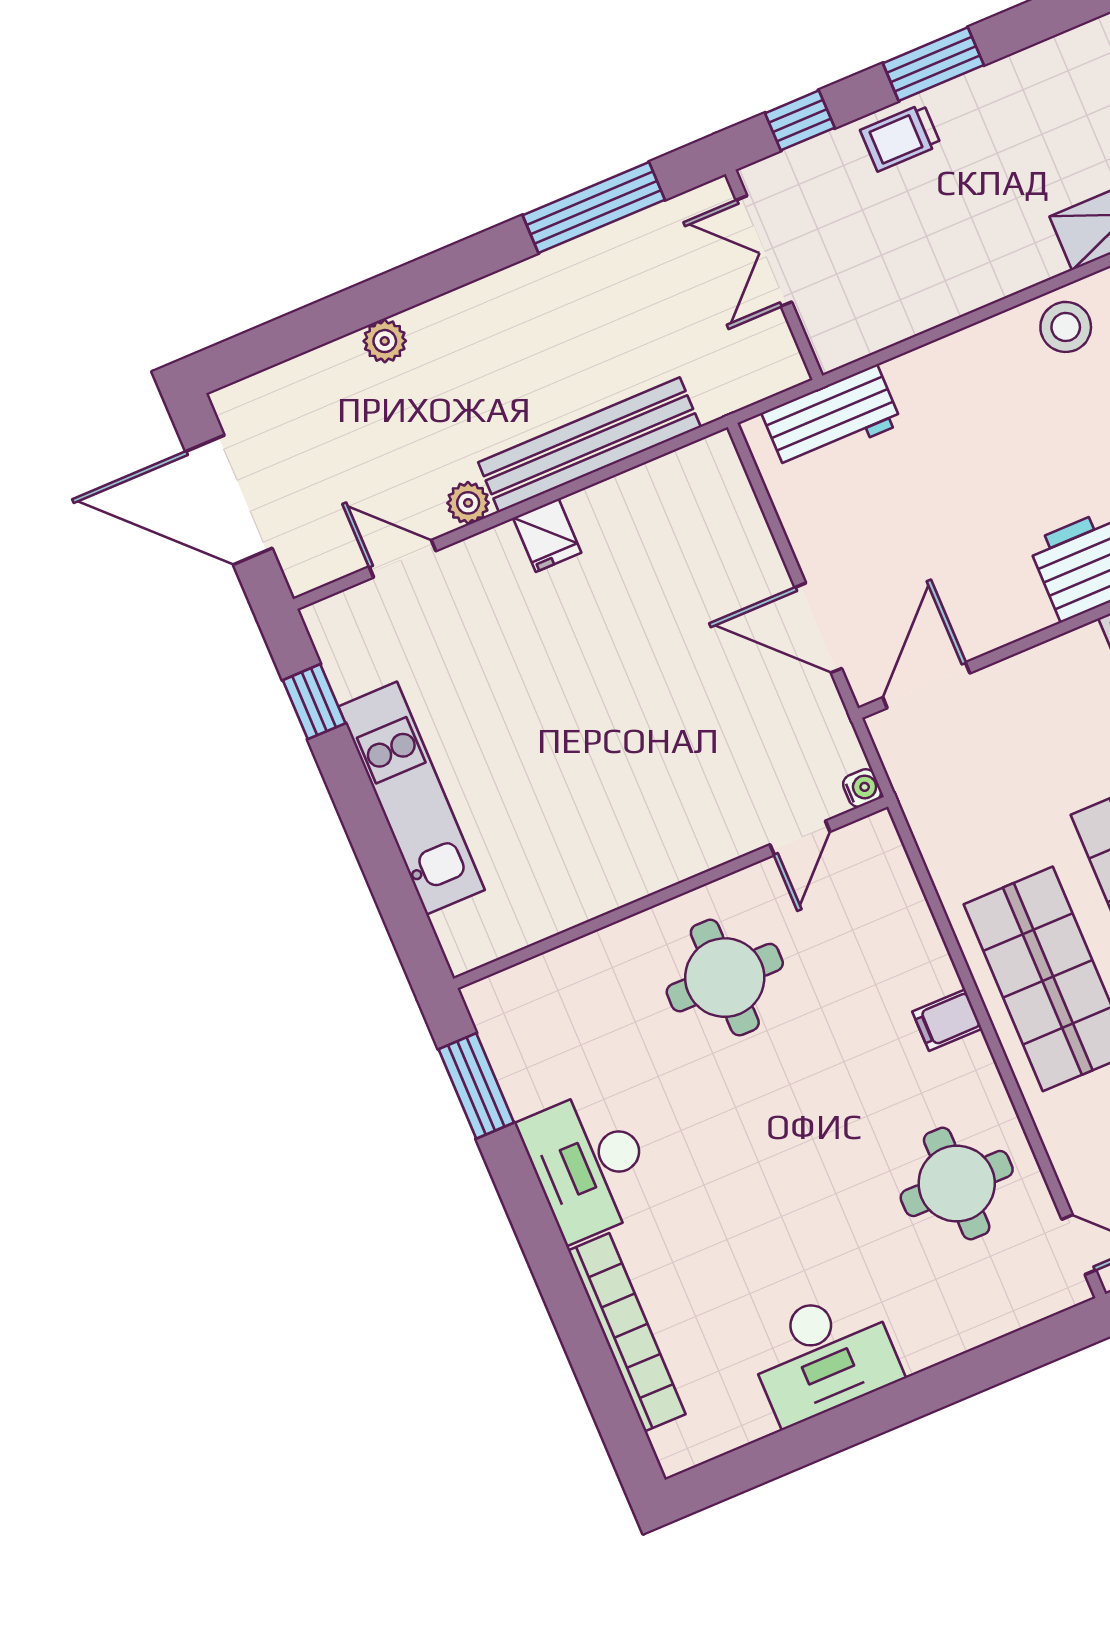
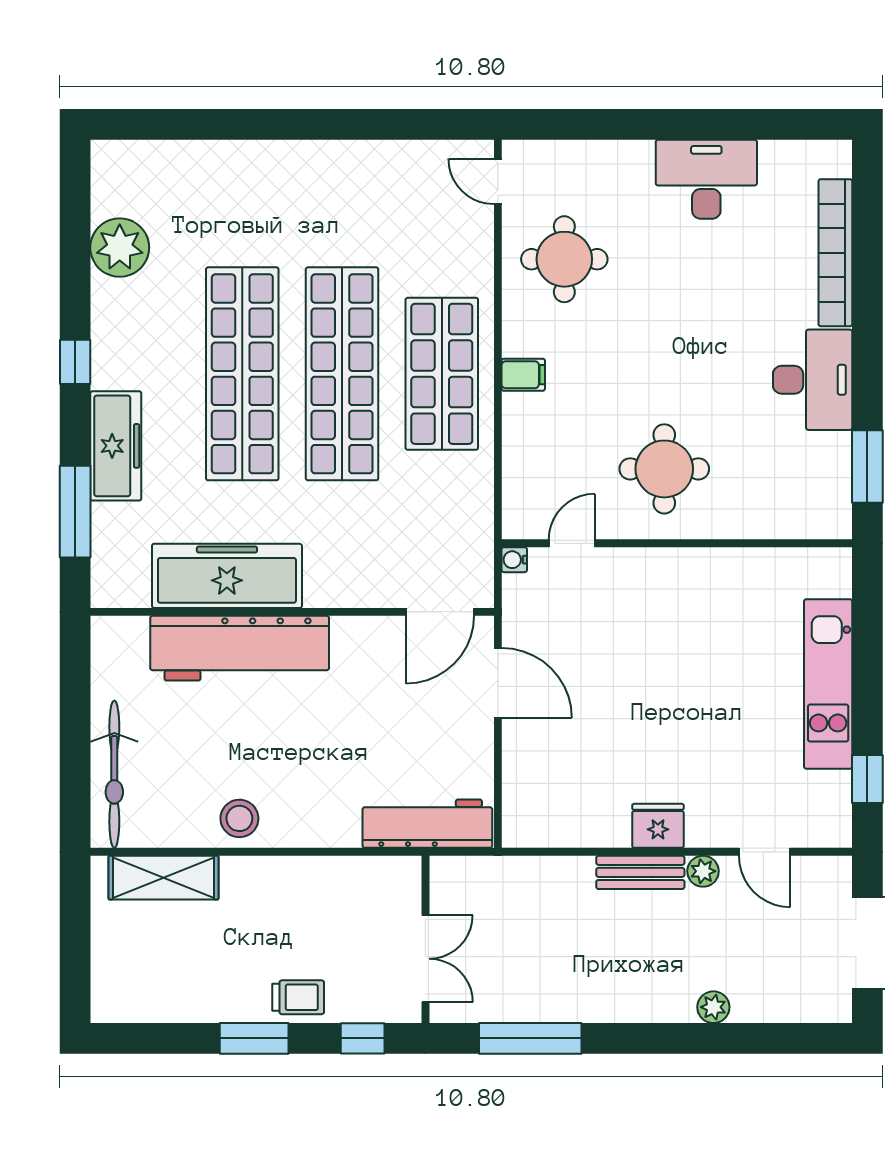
workbench: (832, 418) -> (427, 824), width x1.38
bench: (589, 445) -> (640, 872), width x0.54, depth x0.82
fridge: (547, 535) -> (658, 826), width x1.38

